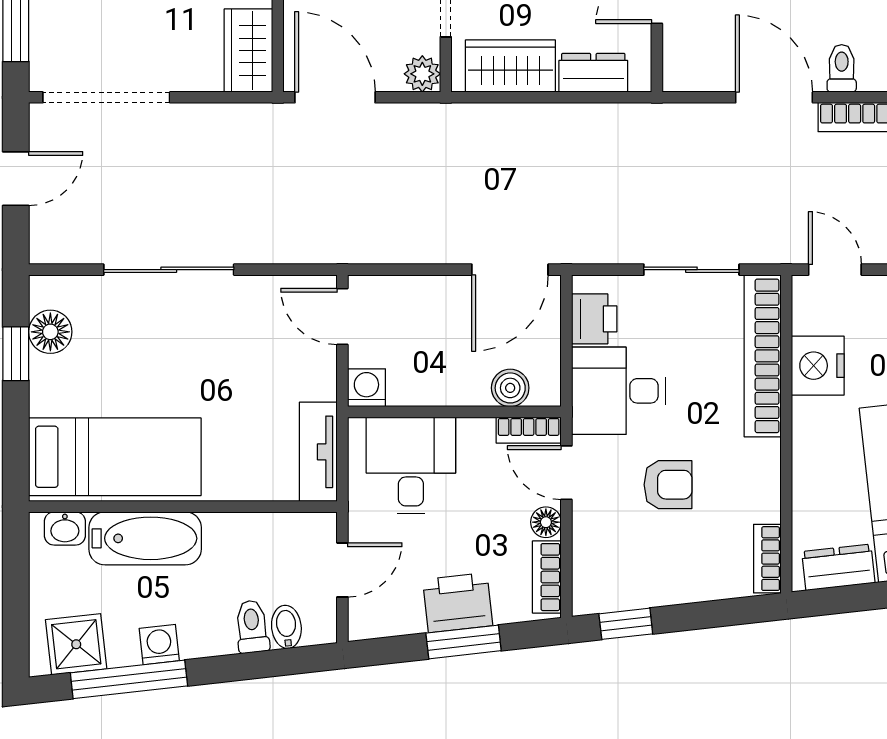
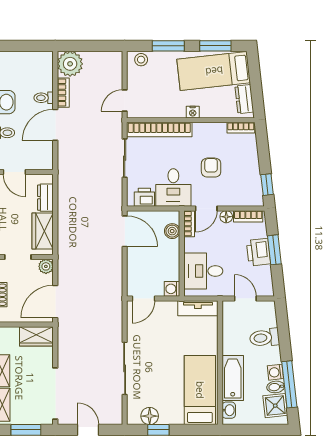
nightstand: (818, 366) -> (193, 112), moved, width x0.53, depth x0.56
toilet: (252, 627) -> (264, 338), width x1.37, depth x1.39
bidet: (286, 627) -> (276, 387), moved

